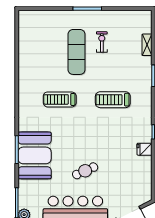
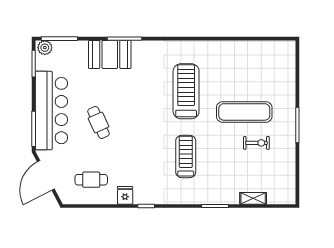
treadmill: (60, 99) -> (186, 91), width x1.37, depth x1.37
booth: (35, 155) -> (110, 54), width x0.73, depth x0.70
cafe table: (132, 177) -> (91, 180), added

